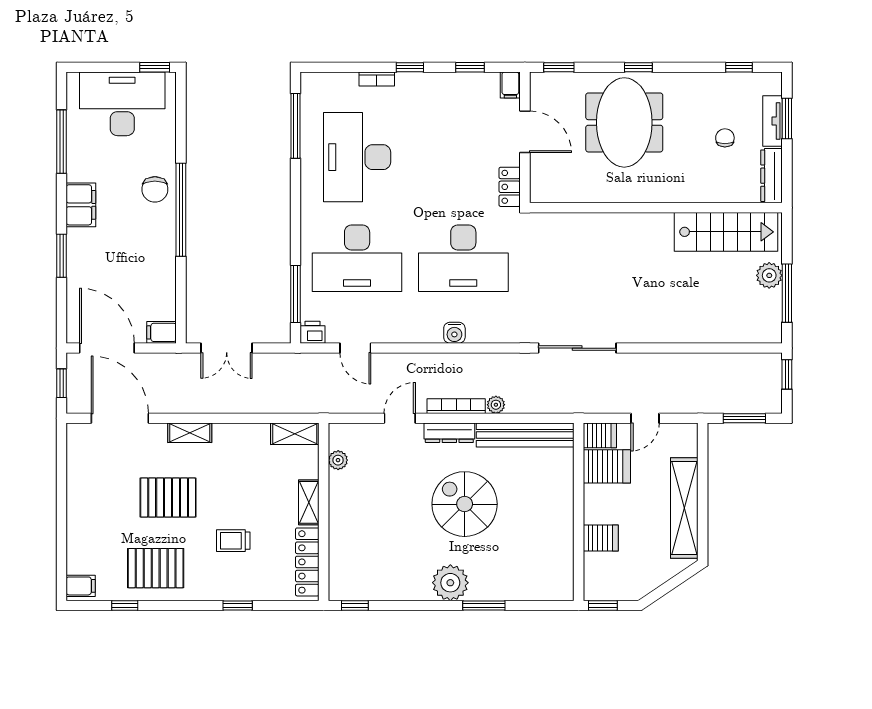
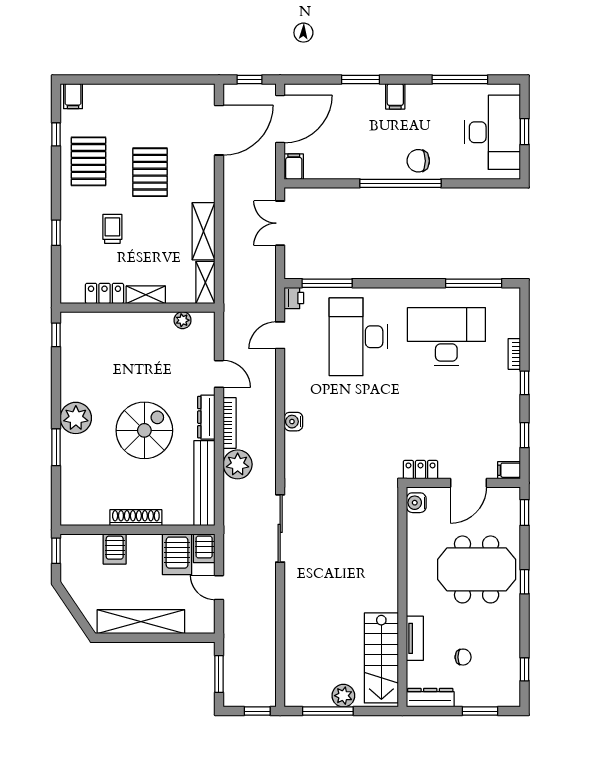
window: (155, 67) -> (525, 132), moved
tv unit: (773, 121) -> (415, 638), moved, turned 90
water cooler: (548, 192) -> (416, 503), added
filing cabinet: (81, 205) -> (395, 96), width x0.50
desk: (463, 258) -> (358, 429), removed
plant: (496, 405) -> (238, 464), width x1.87, depth x1.87
shelving: (190, 433) -> (203, 231), moved, width x1.50, depth x1.33
shoe rack: (565, 514) -> (136, 518), added
locker: (307, 562) -> (104, 293), width x0.66

